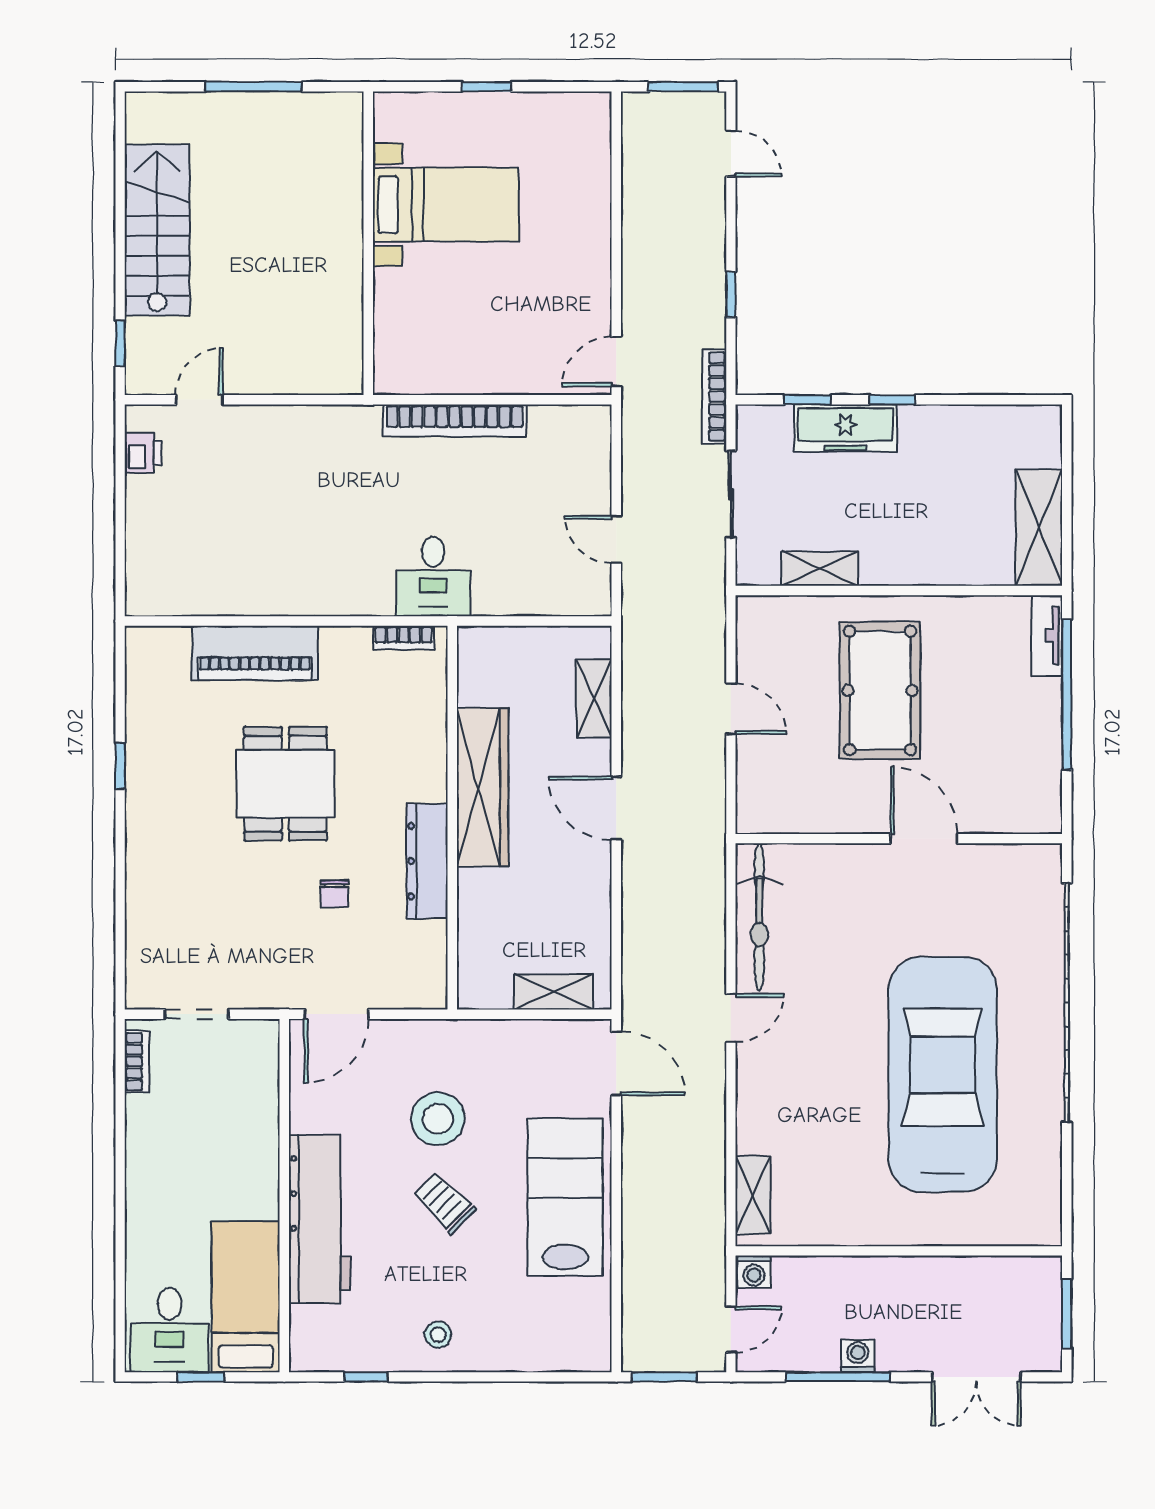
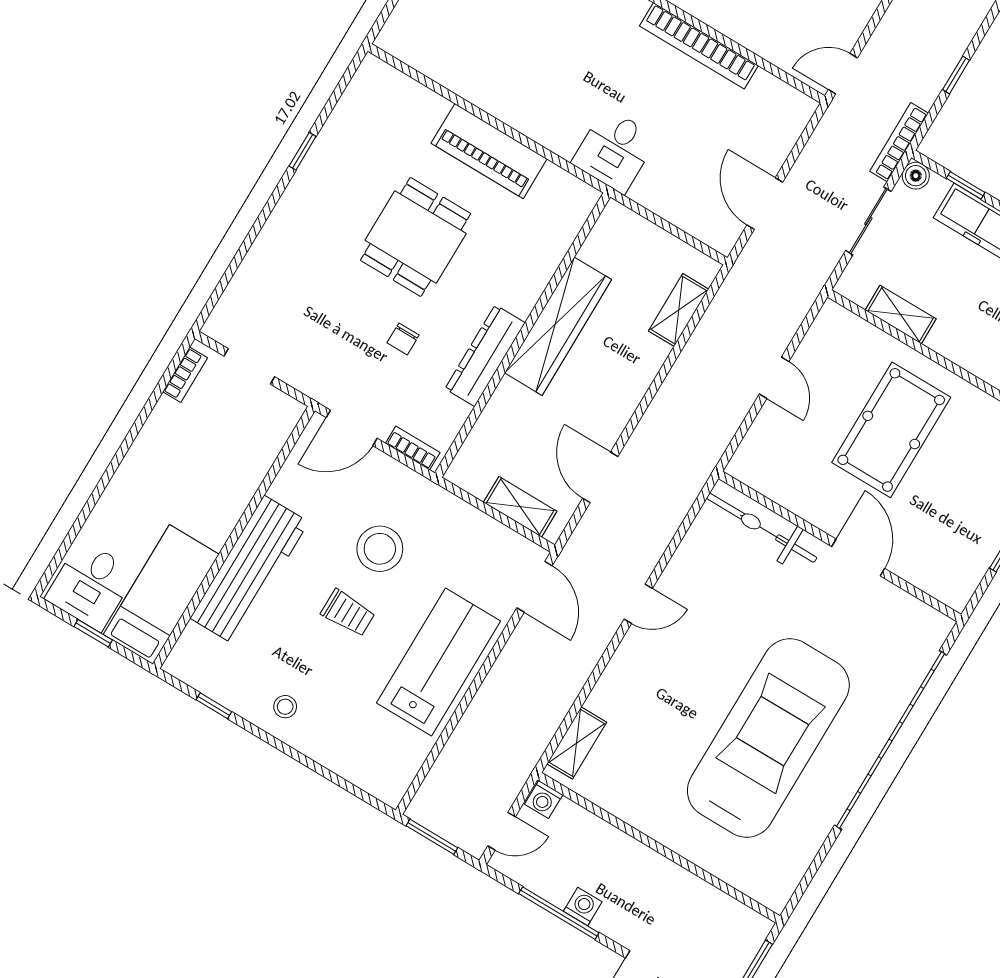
boiler: (751, 420) -> (916, 176), added
door: (616, 539) -> (765, 204), width x1.38
bookcase: (404, 638) -> (413, 448), moved, turned 180
piano: (255, 653) -> (489, 151), moved
door: (616, 808) -> (600, 477), moved
bicycle: (759, 917) -> (762, 528), moved, turned 90
trolley: (445, 1203) -> (348, 613), turned 135

